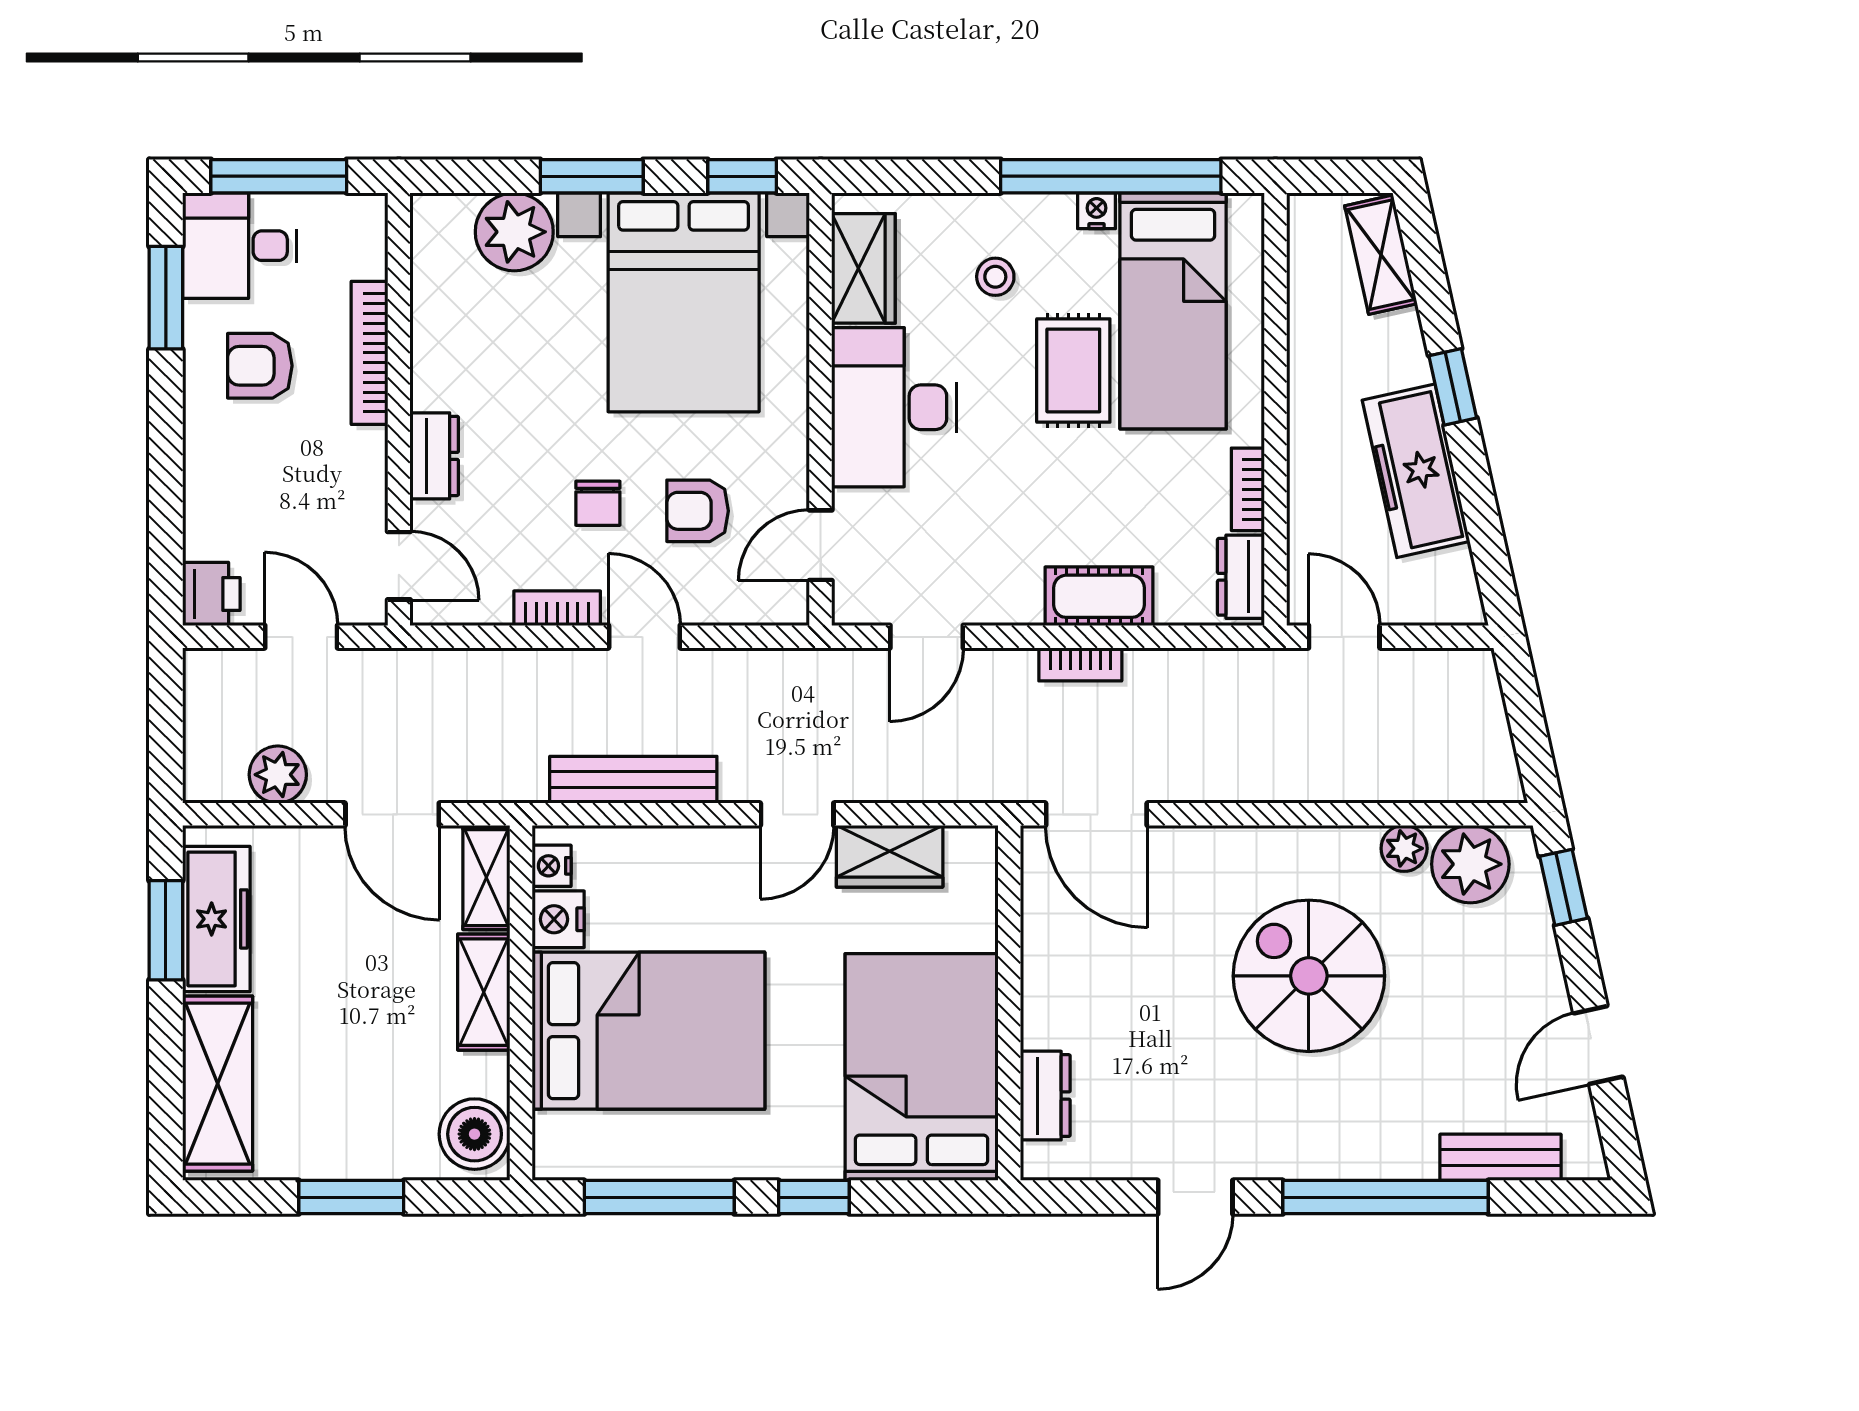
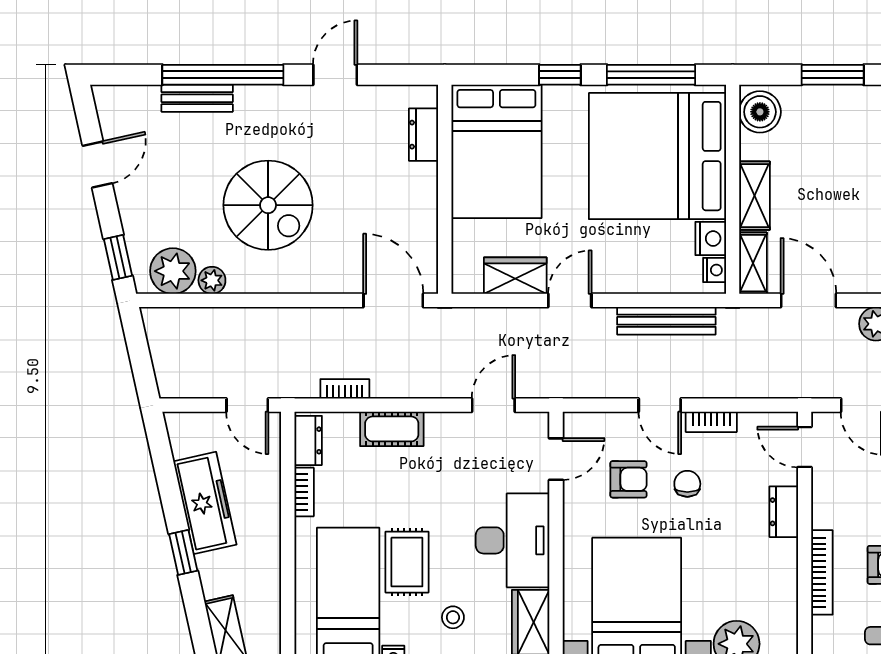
bookcase: (1080, 664) -> (345, 389), moved
bed: (648, 1031) -> (657, 156), width x1.36
bench: (1500, 1157) -> (197, 98), moved

